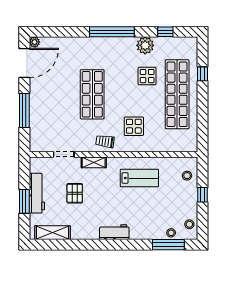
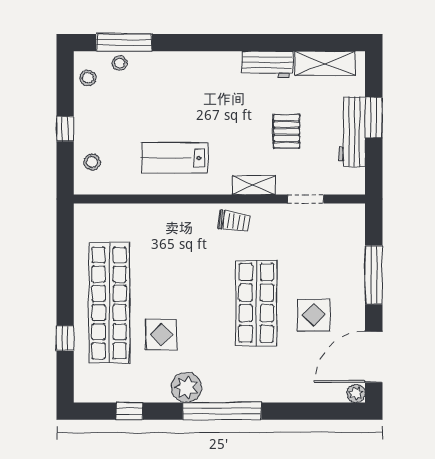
plant: (145, 45) -> (186, 387), moved
display table: (134, 126) -> (314, 315), moved
workbench: (114, 232) -> (267, 64), moved

